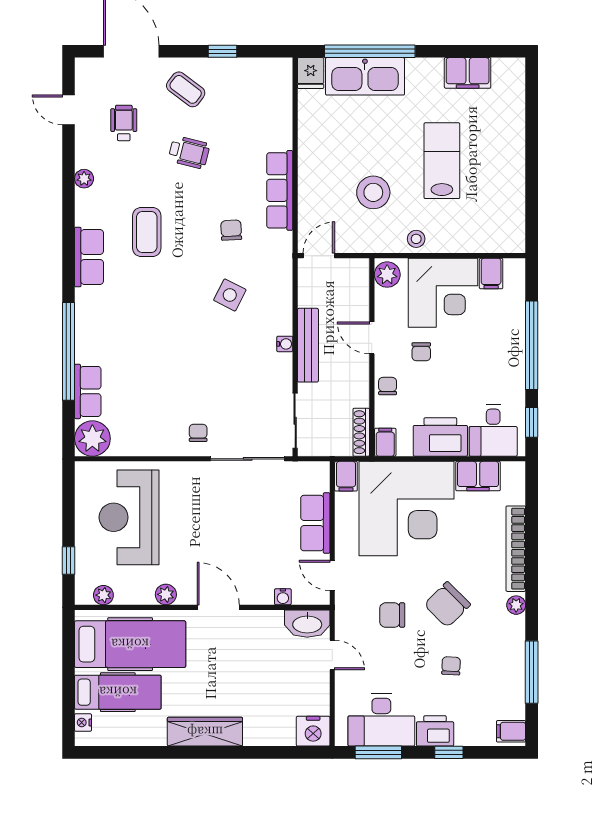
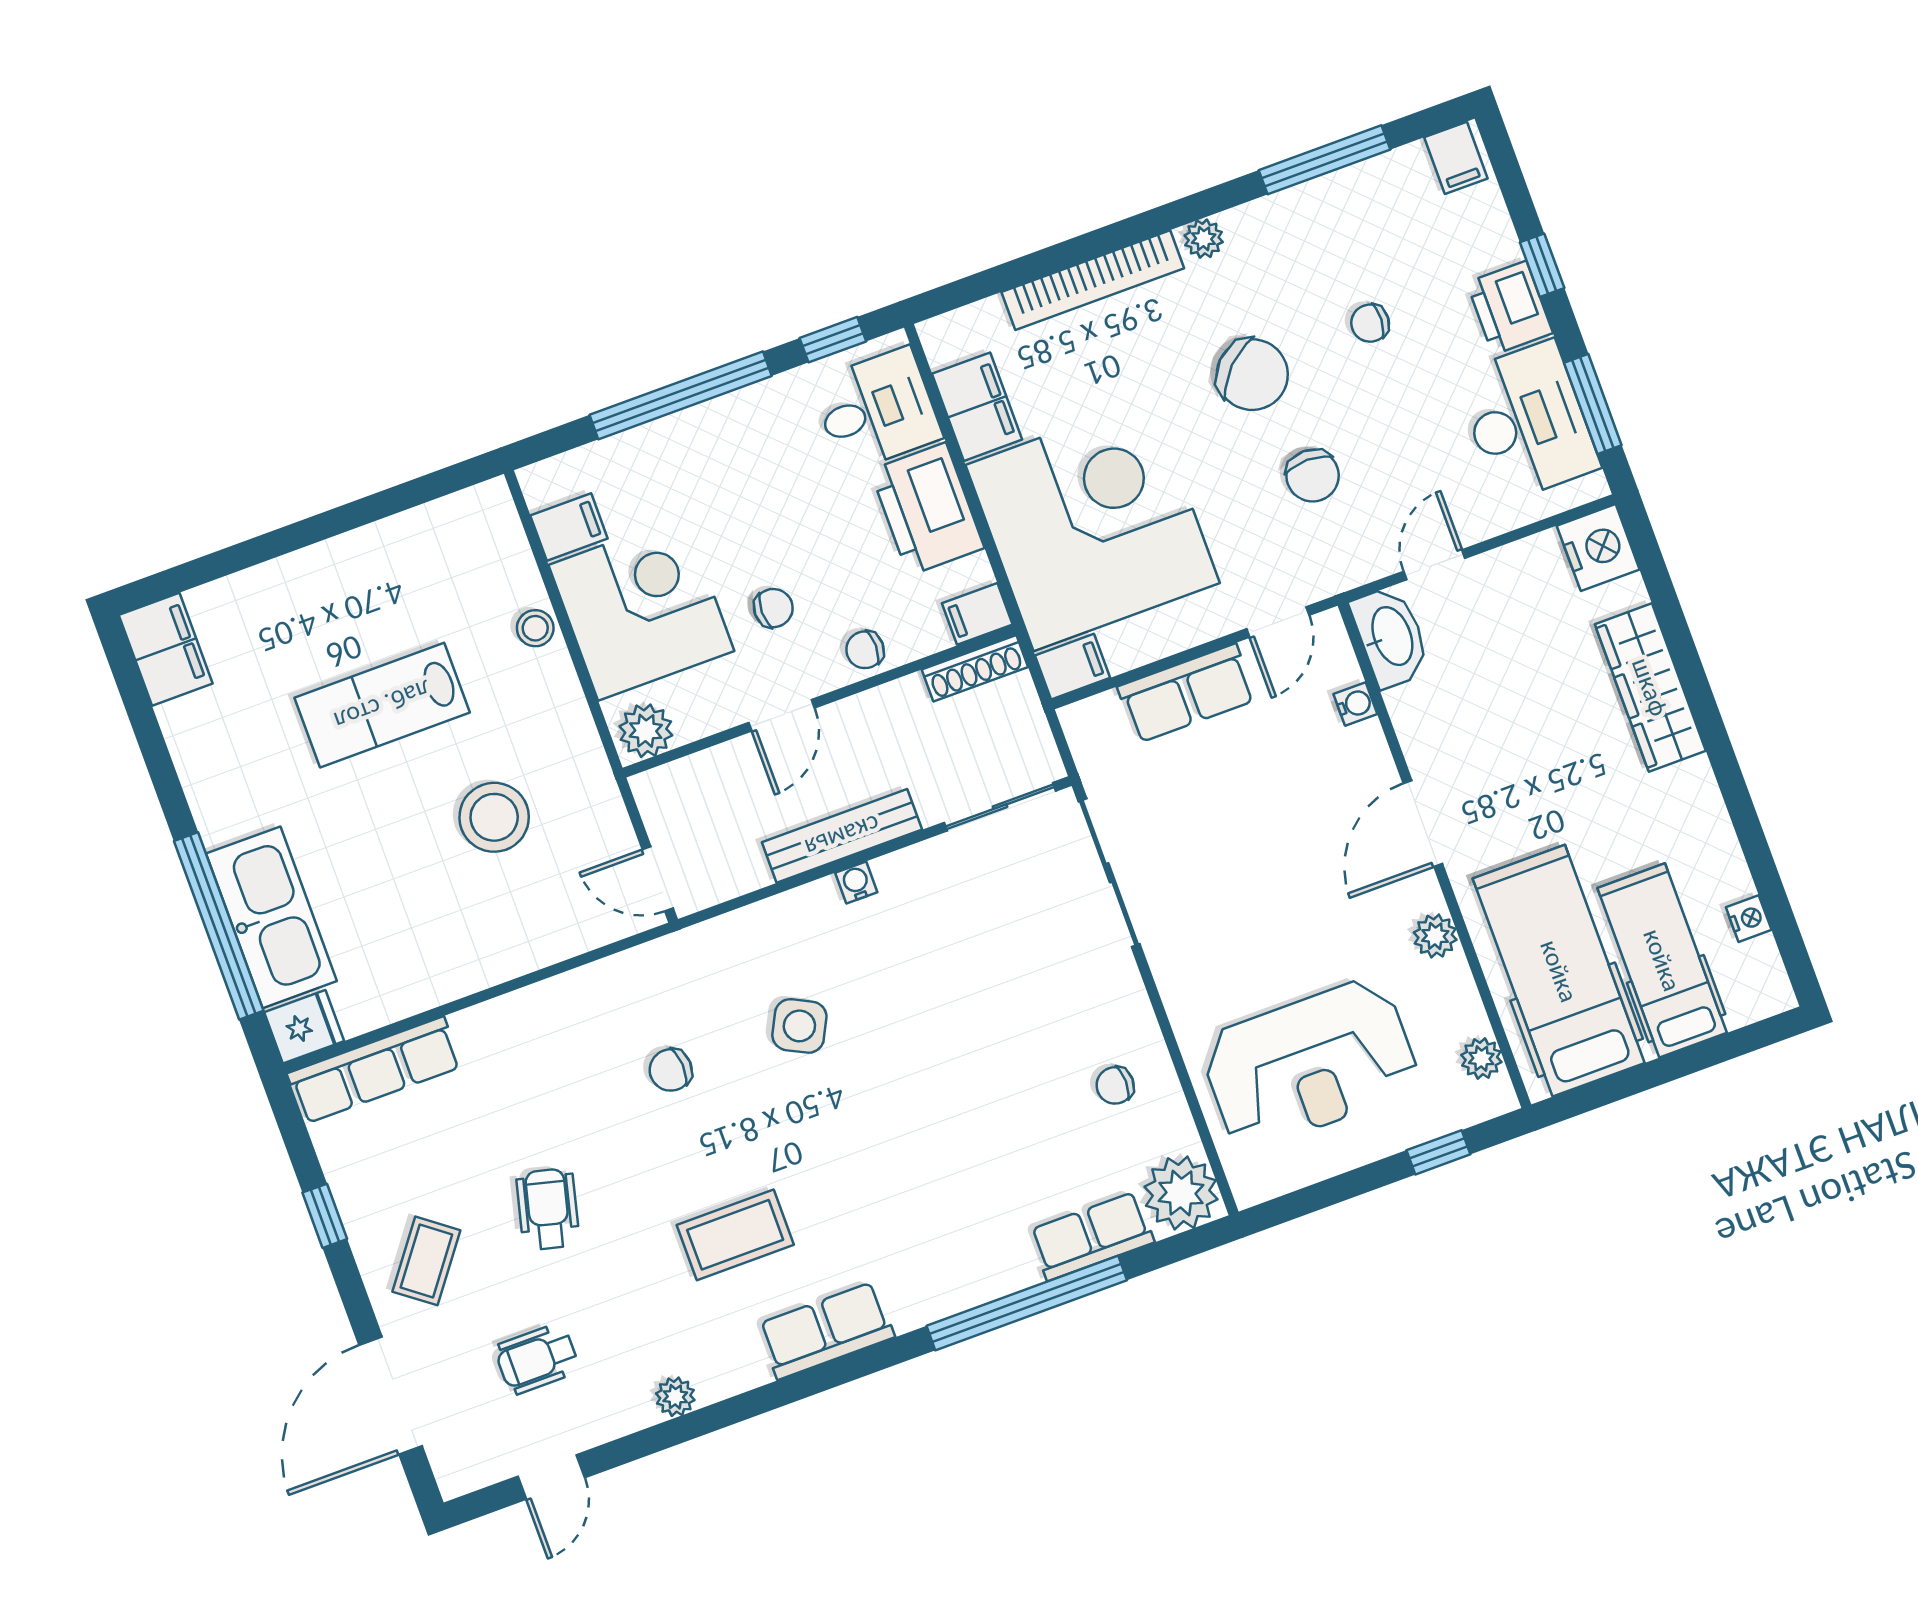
filing cabinet: (468, 73) -> (166, 649), moved
row of seats: (280, 190) -> (374, 1070), moved
stool: (416, 239) -> (535, 628), moved
chair: (198, 433) -> (1115, 1085), moved
nightstand: (83, 722) -> (1749, 919), moved, turned -90
wardrobe: (205, 732) -> (1650, 687), moved

